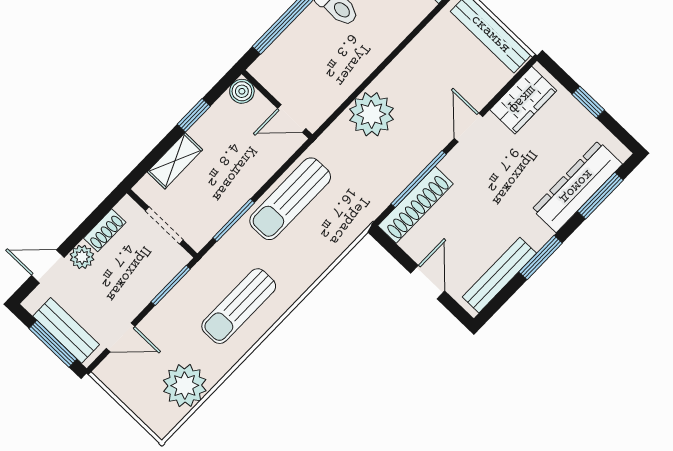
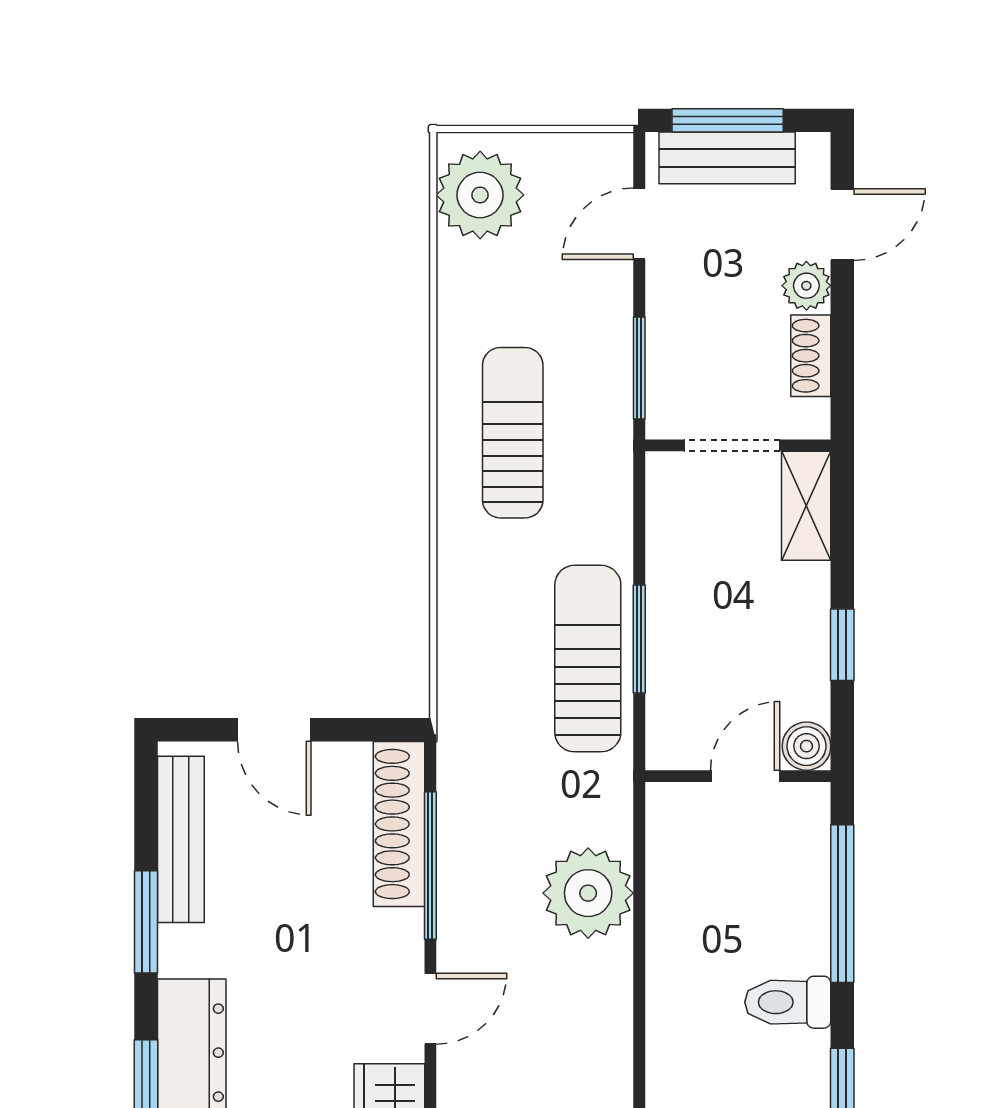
door: (292, 119) -> (745, 776), moved
door: (468, 127) -> (430, 1009), hinge flipped
shelving: (175, 161) -> (806, 506), moved
window: (234, 220) -> (639, 639), moved
plant: (185, 385) -> (480, 195), moved

